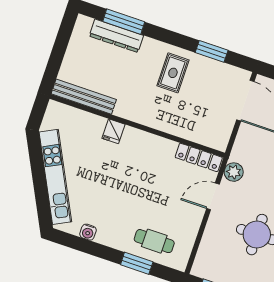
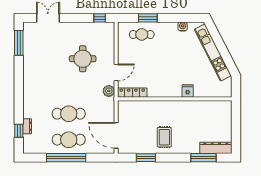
dresser: (116, 36) -> (216, 148), moved
bench: (84, 97) -> (212, 105), removed

